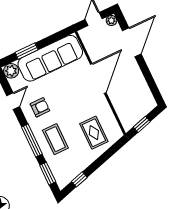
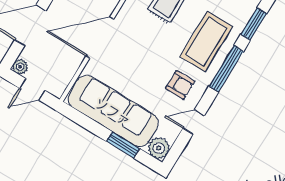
armchair: (40, 107) -> (180, 85), turned 180
coffee table: (55, 139) -> (206, 41), width x1.36, depth x1.32

